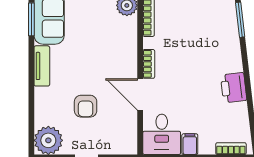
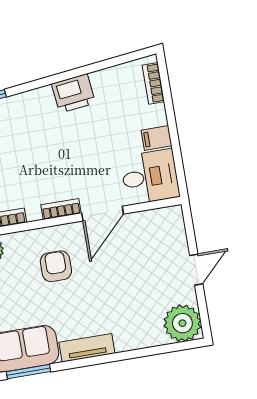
armchair: (86, 106) -> (56, 266), moved, turned -90

